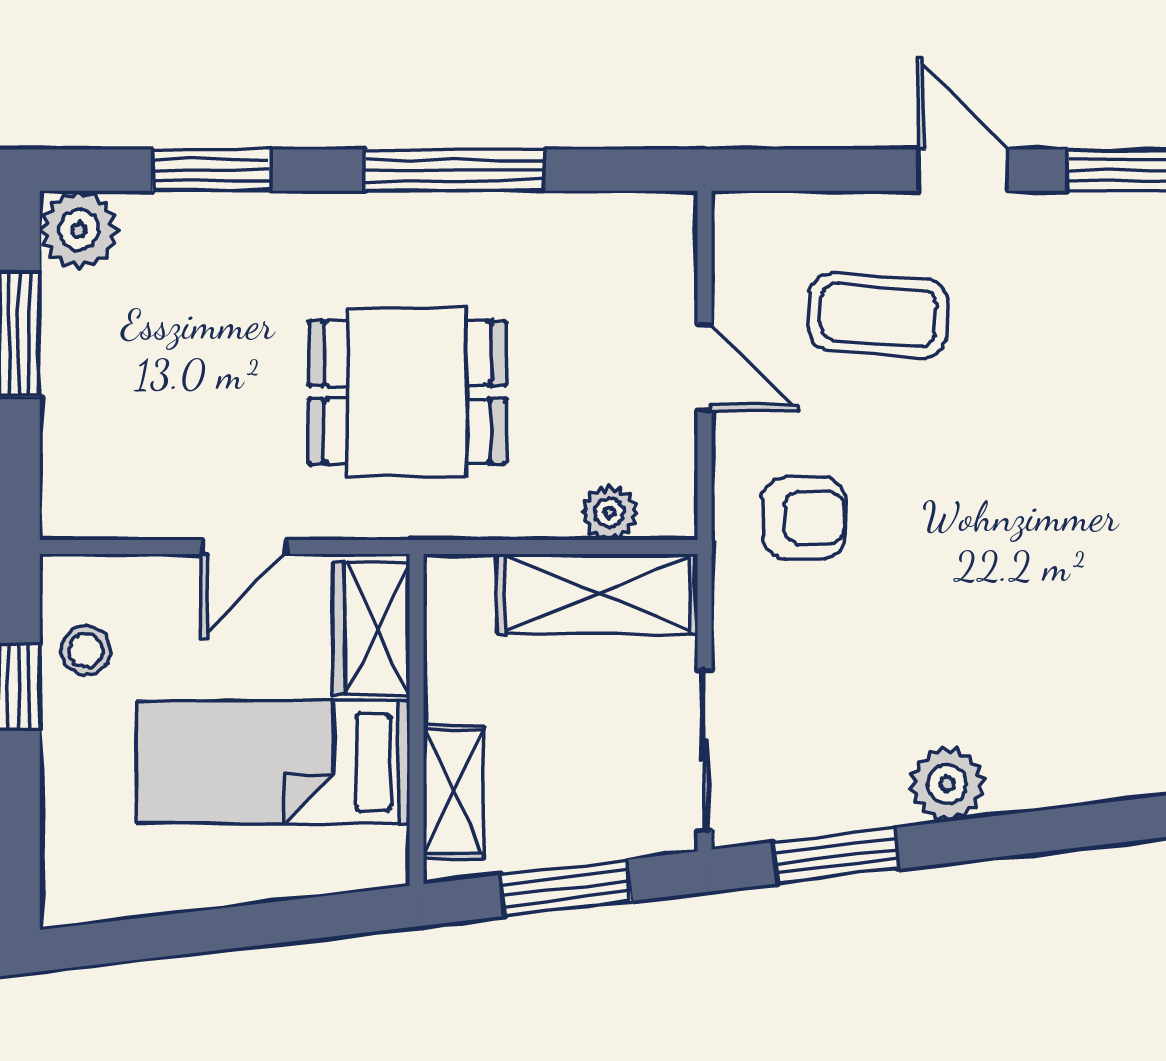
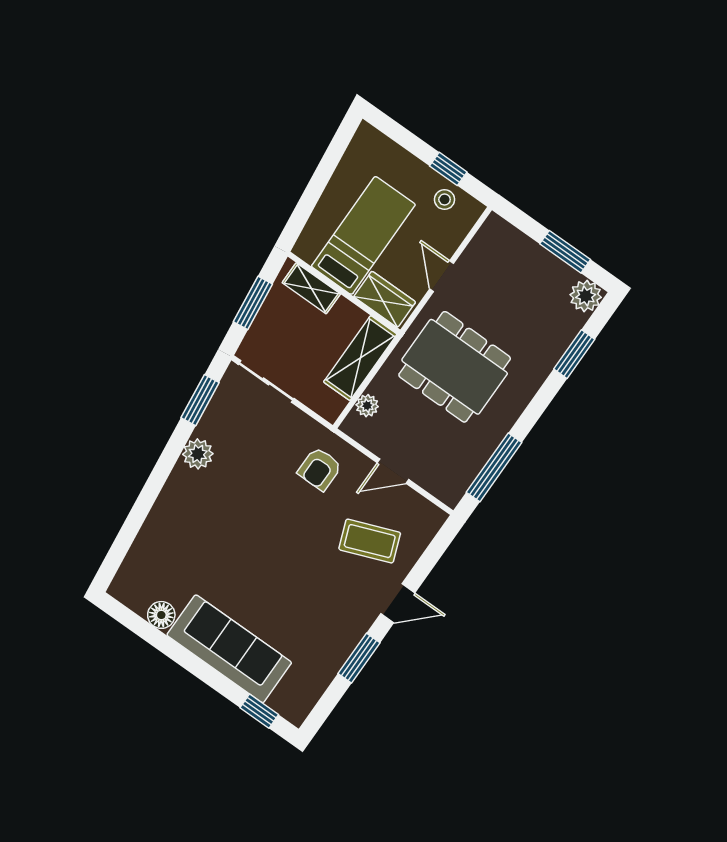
window: (455, 170) -> (494, 467), moved
coffee table: (878, 315) -> (370, 541), turned 64
dining table: (407, 392) -> (455, 367), width x1.38
shelving: (597, 594) -> (360, 358), moved

